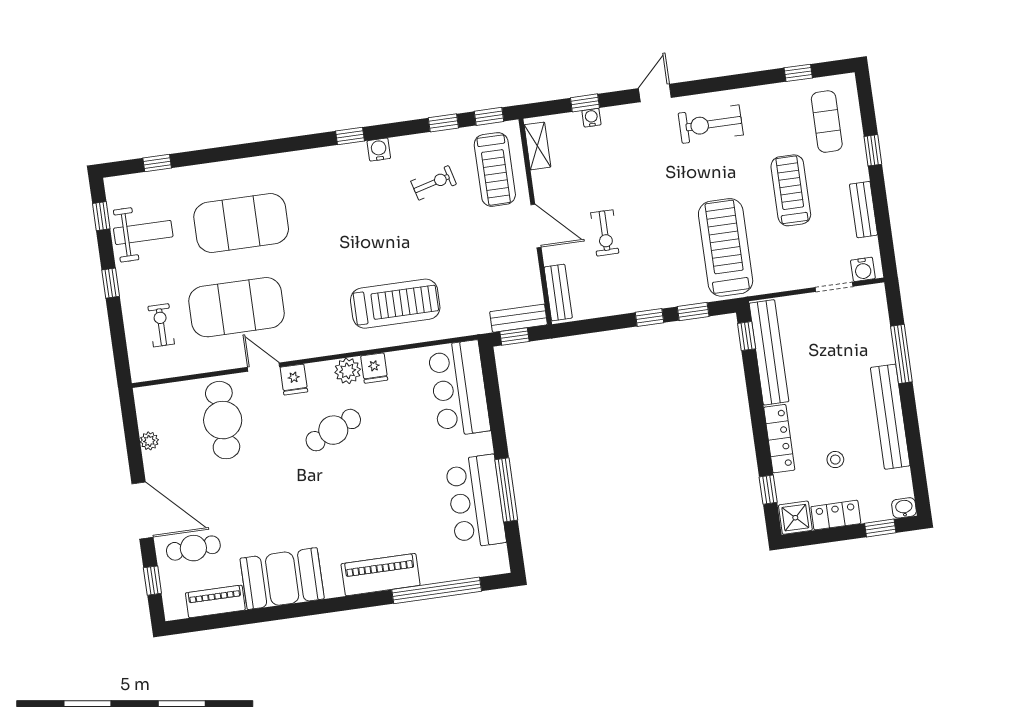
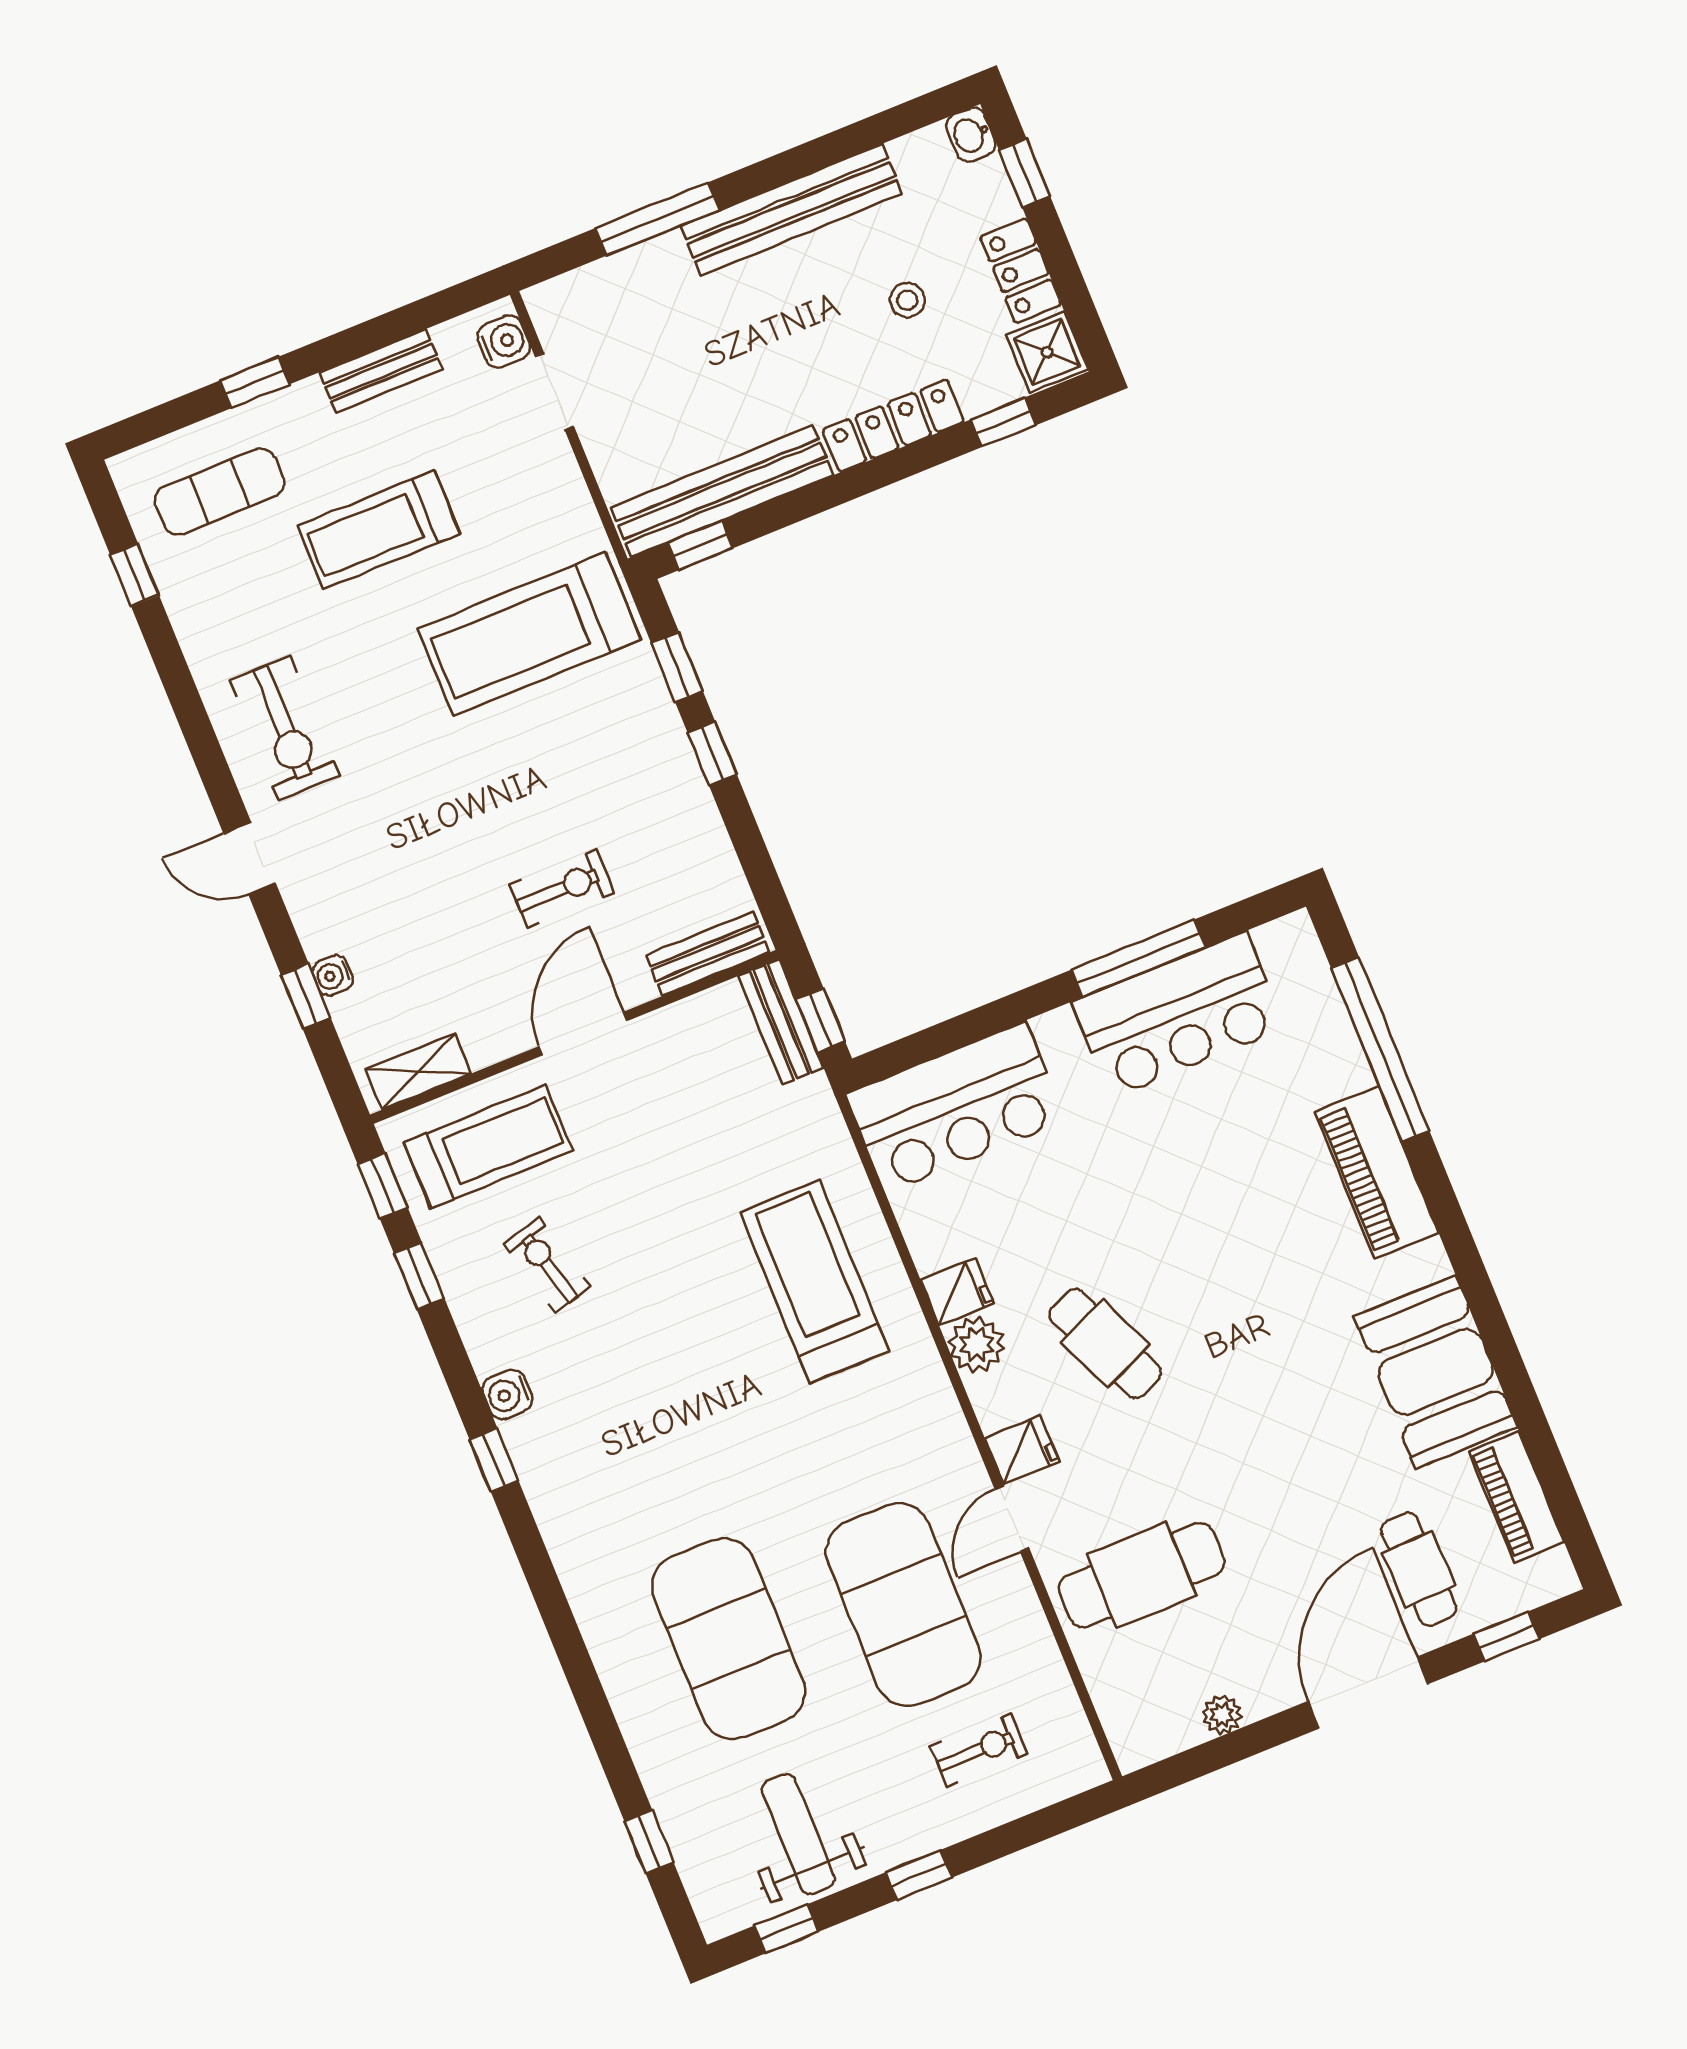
exercise bike: (161, 325) -> (979, 1750), turned 180

